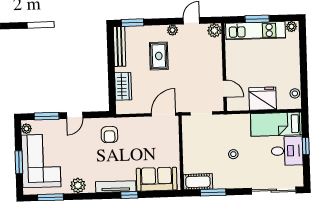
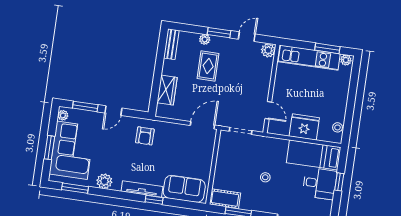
window: (257, 19) -> (327, 48), moved
window: (133, 23) -> (219, 33), moved
plant: (172, 30) -> (205, 39), moved
bench: (120, 46) -> (171, 44), width x0.73

